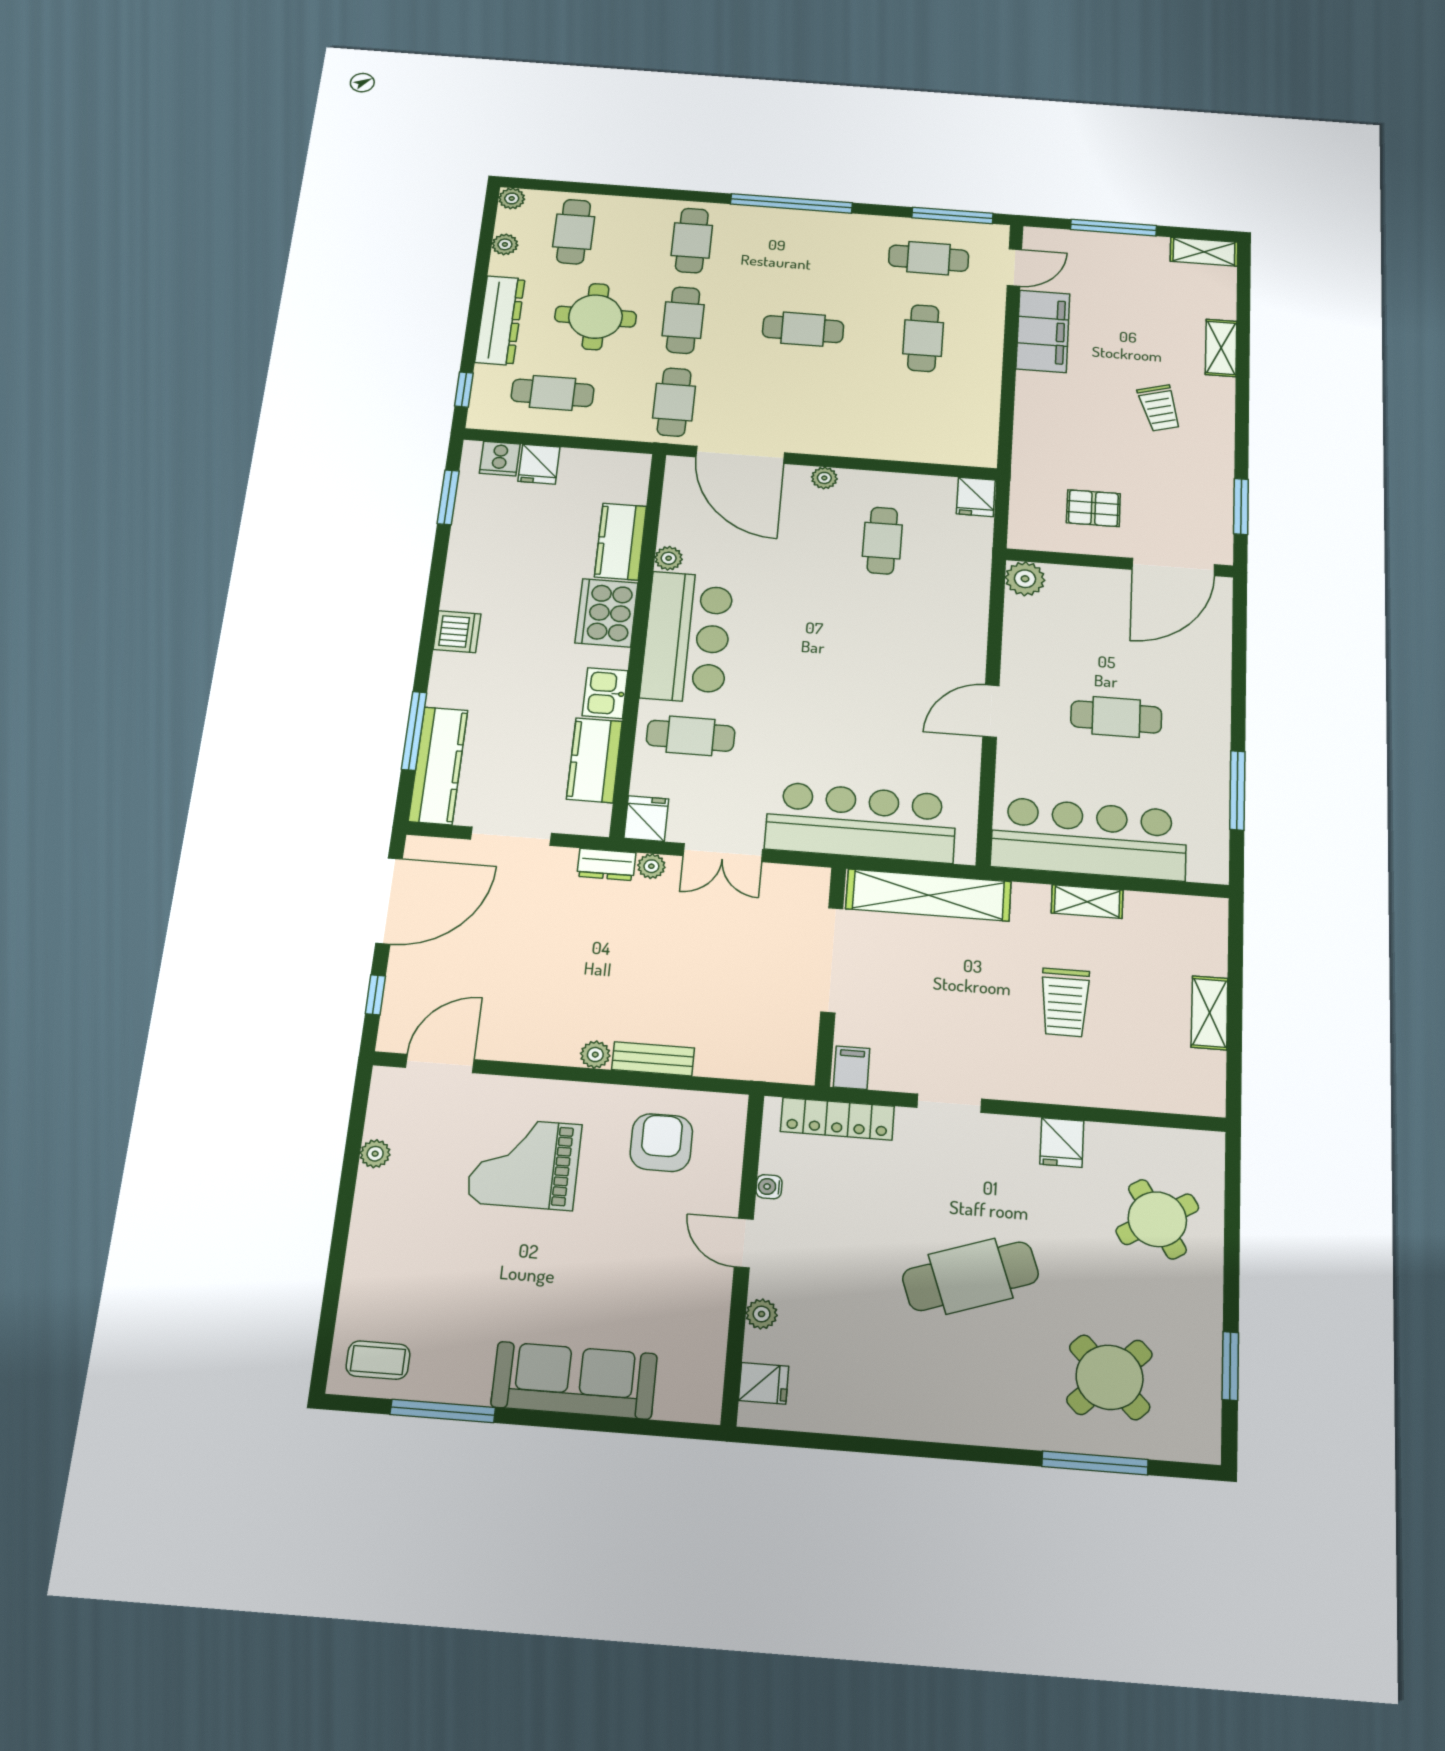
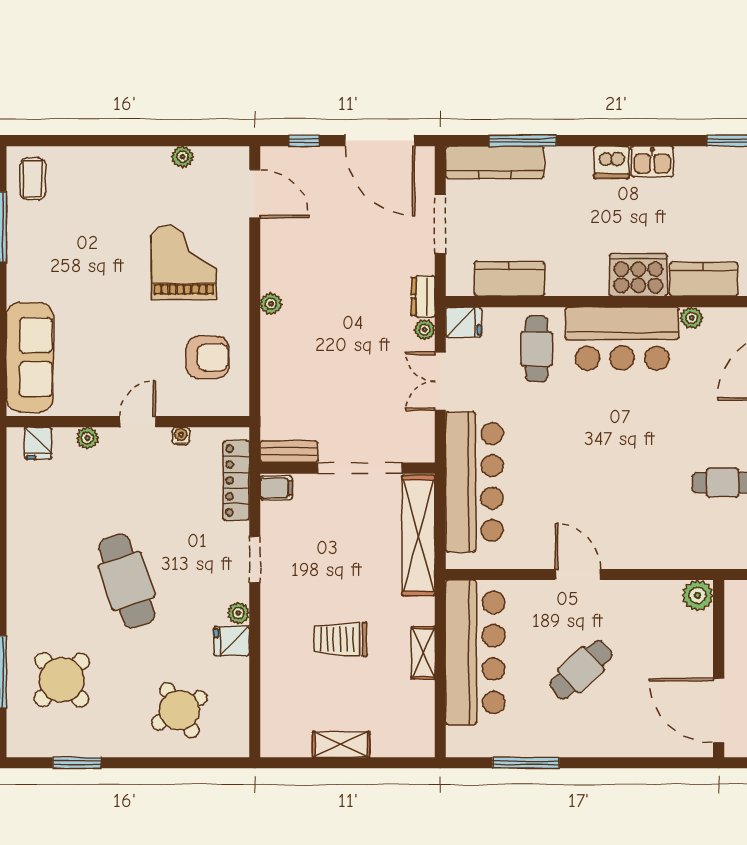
kitchen sink: (605, 693) -> (652, 161), moved, turned 180
cafe table: (1116, 717) -> (581, 670), turned 48
bench: (653, 1059) -> (289, 452), moved, turned 90
plant: (1023, 1130) -> (238, 613), added
sofa: (574, 1380) -> (30, 357), moved

